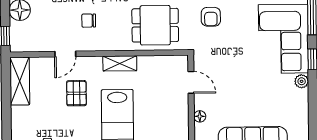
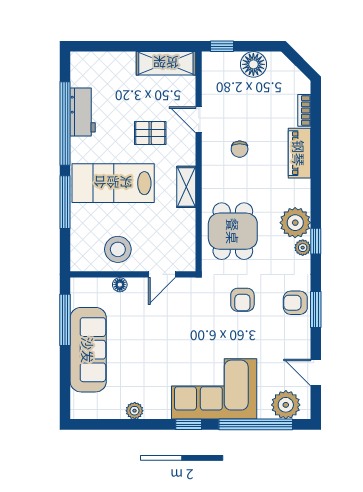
armchair: (211, 17) -> (242, 300), turned -90
chair: (89, 21) -> (240, 149), turned 180
plant: (302, 81) -> (135, 411), moved
stool: (171, 118) -> (118, 249), added

